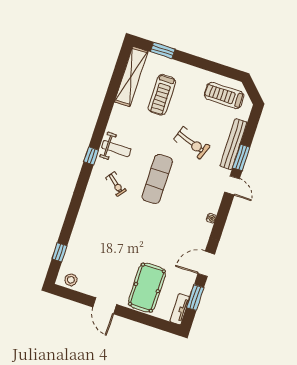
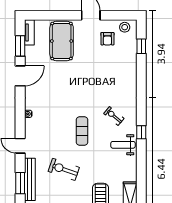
window: (241, 157) -> (20, 183), moved
exercise mat: (157, 179) -> (82, 131), width x0.73, depth x0.69
armchair: (95, 273) -> (107, 39), added

